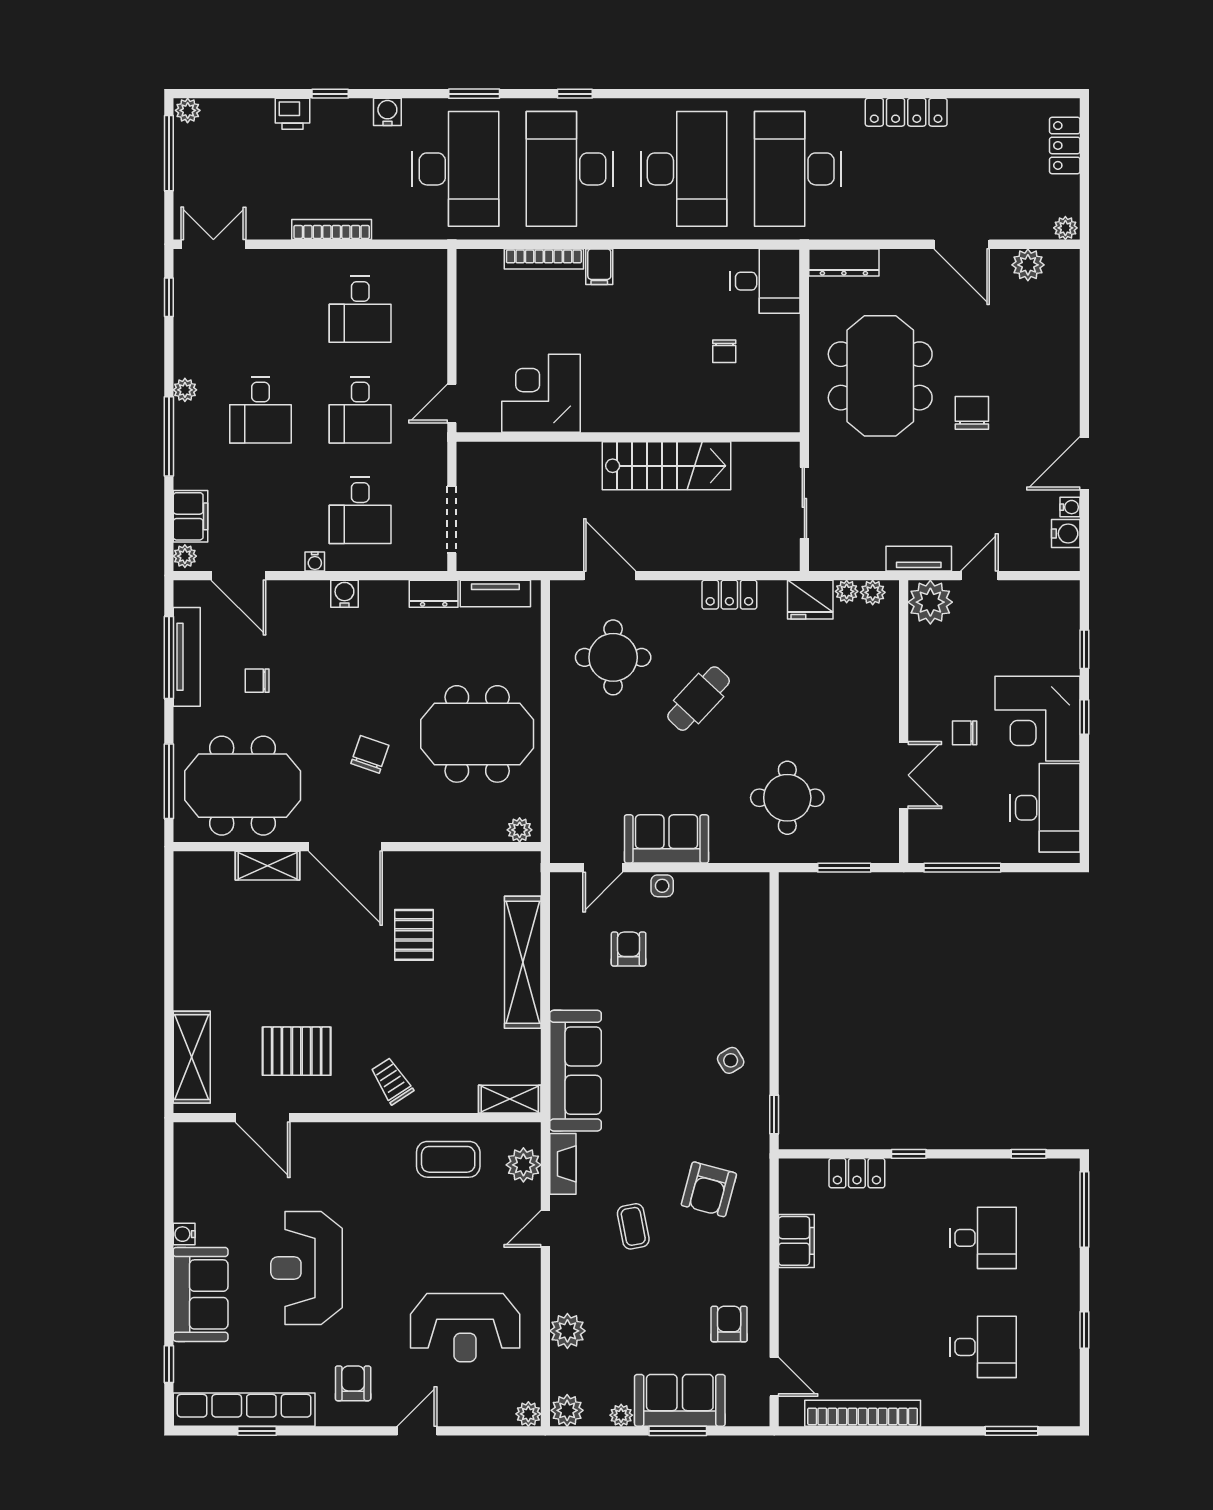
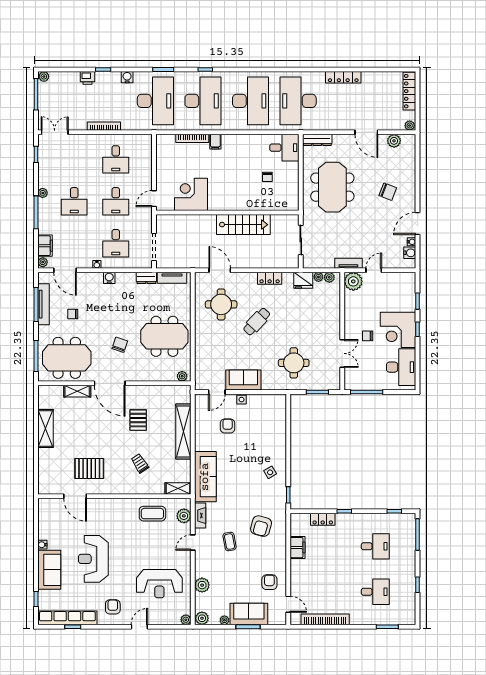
locker: (1065, 145) -> (409, 91), width x1.53
desk: (570, 169) -> (203, 101), turned 180
chair: (972, 413) -> (388, 192), moved, turned 111
shelving: (192, 1057) -> (46, 428), moved
trolley: (392, 1081) -> (140, 463), moved

